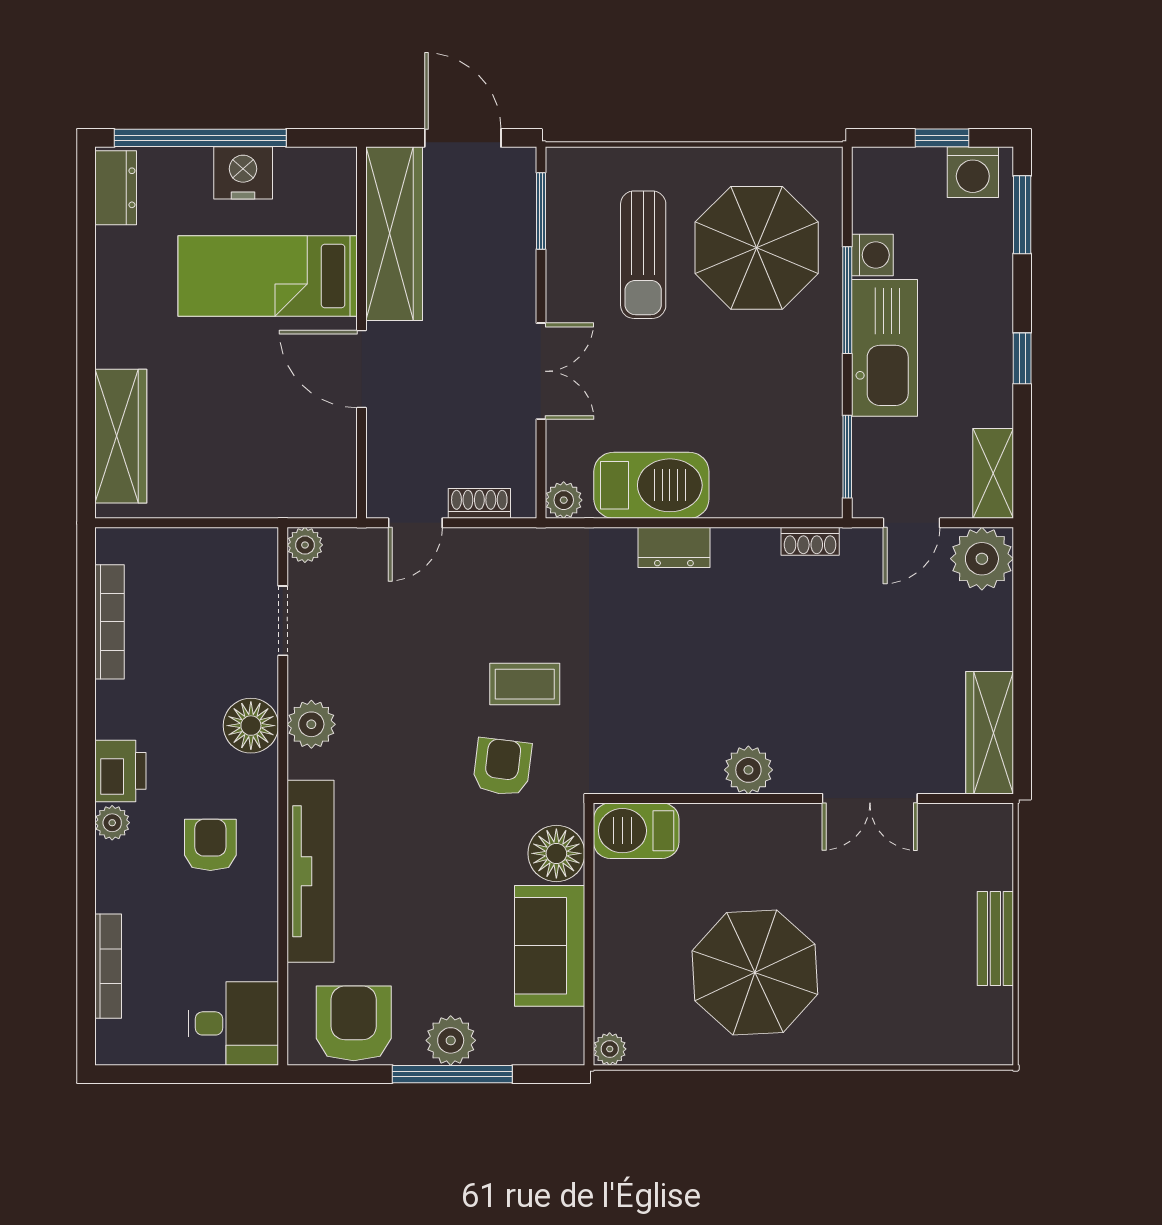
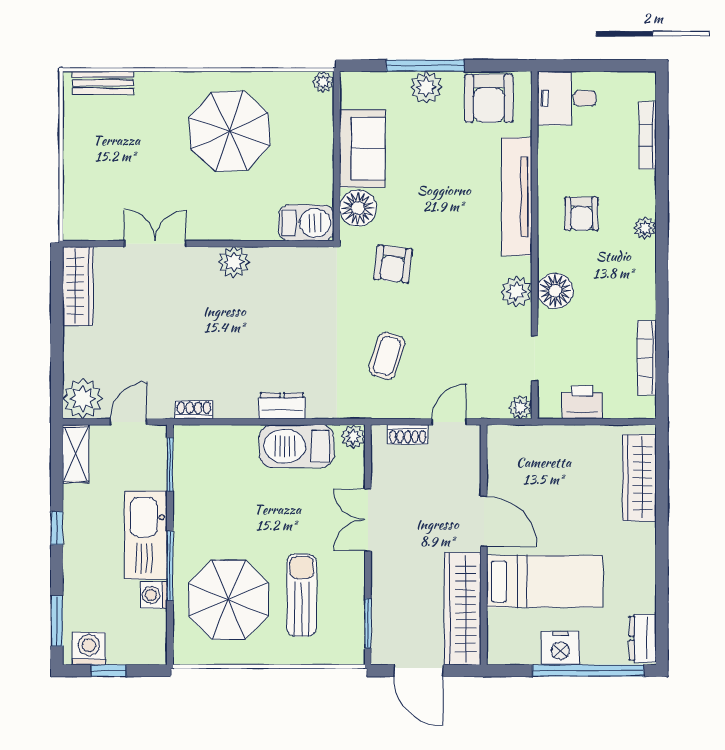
coffee table: (525, 684) -> (387, 356), moved, turned -72
printer: (120, 771) -> (582, 402), moved, turned 90
bench: (995, 938) -> (103, 83), moved, turned 90

